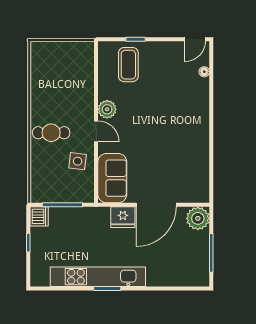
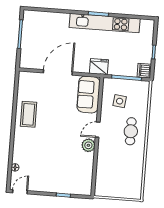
coffee table: (128, 65) -> (29, 114), moved
door: (96, 131) -> (98, 130), hinge flipped
cafe table: (51, 133) -> (131, 131), turned 90
side table: (78, 161) -> (120, 101), moved
fridge: (123, 217) -> (99, 67), moved
plant: (198, 218) -> (28, 60), removed

